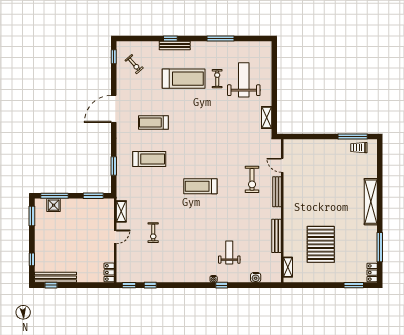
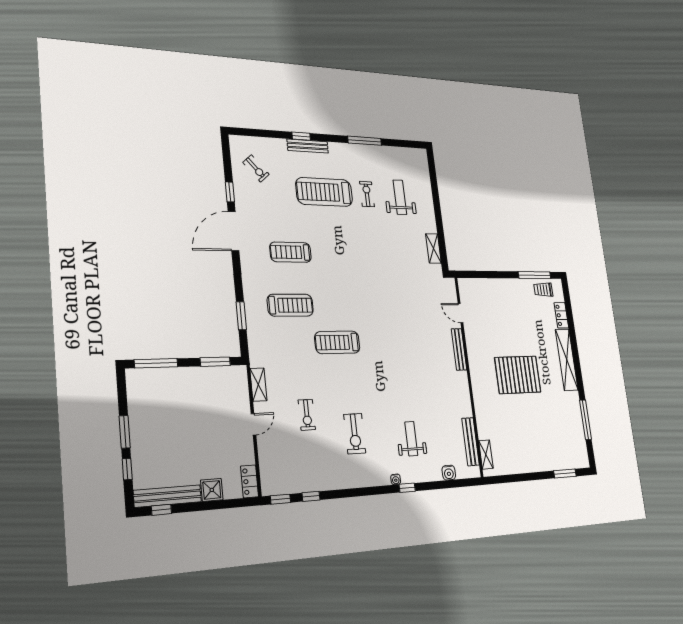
window: (114, 57) -> (230, 192), moved
treadmill: (184, 79) -> (324, 192), turned 180
weight bench: (244, 80) -> (400, 197), width x0.73, depth x0.75
exercise bike: (252, 179) -> (355, 434), moved
treadmill: (200, 186) -> (337, 342), moved
shower: (54, 205) -> (212, 490), moved
window: (32, 216) -> (125, 432), moved
bench: (277, 236) -> (471, 442), moved
pallet: (321, 244) -> (518, 375), moved, turned 90
locker: (372, 273) -> (561, 315), moved

